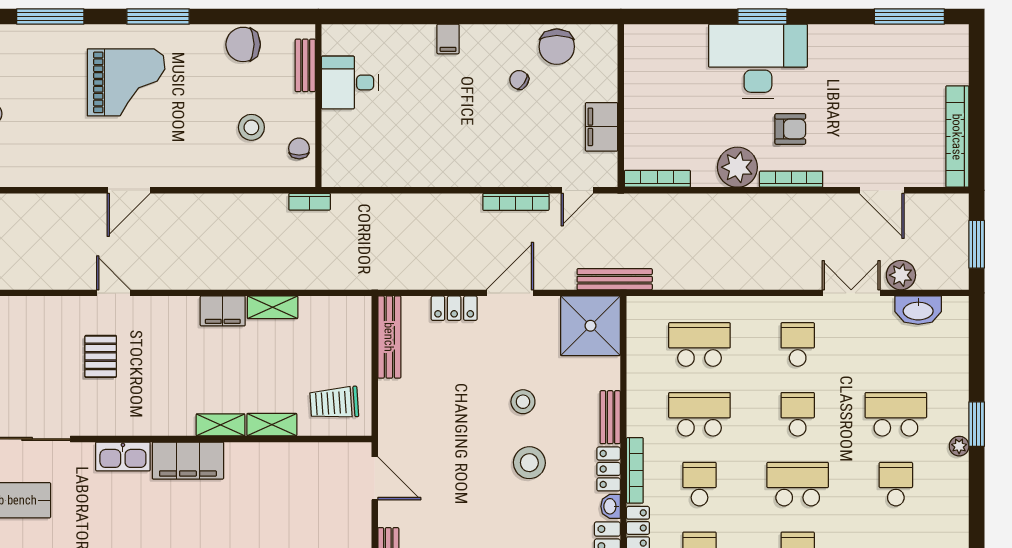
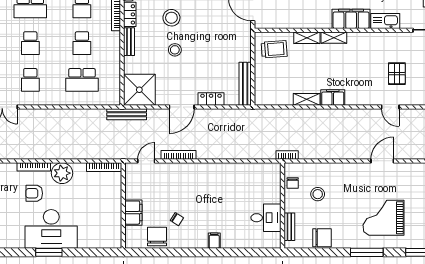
filing cabinet: (602, 127) -> (133, 213), moved
school desk: (699, 414) -> (82, 43), width x0.54

